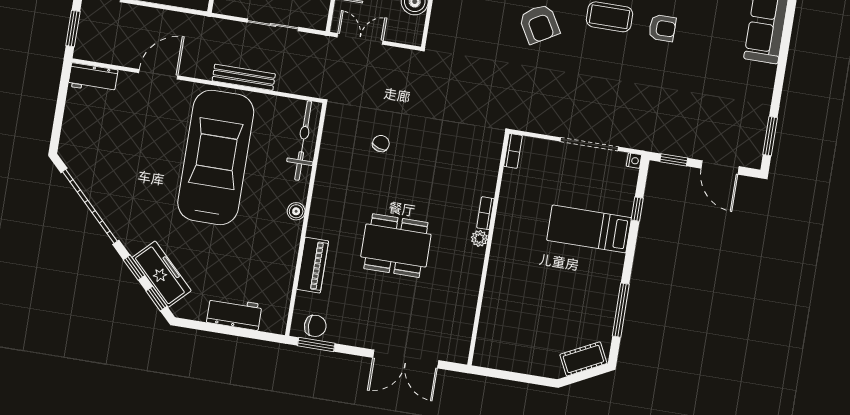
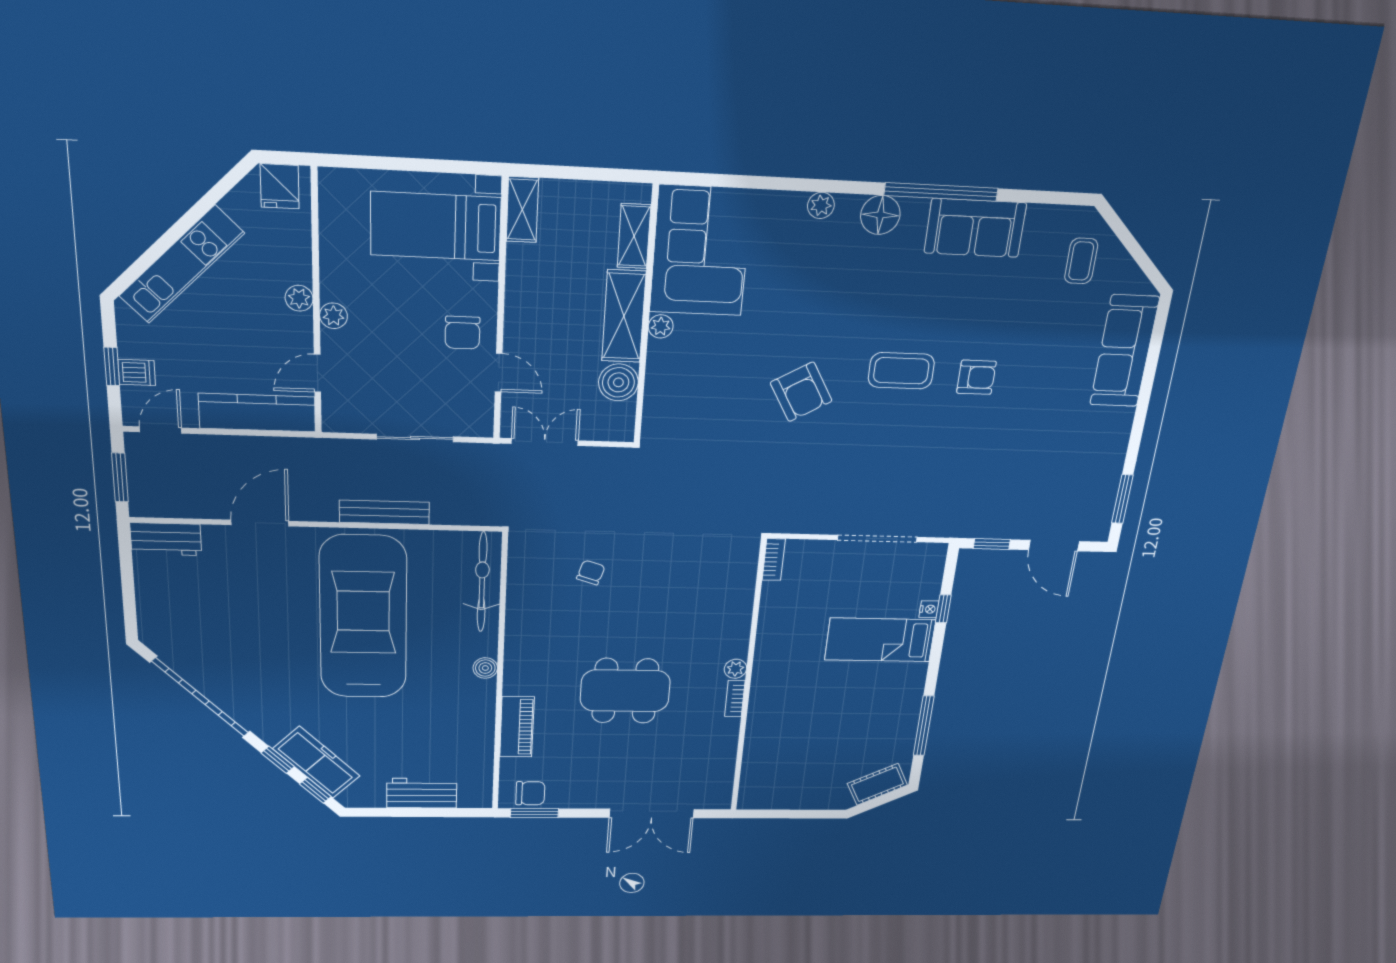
nightstand: (634, 161) -> (929, 609), moved
bookcase: (485, 213) -> (735, 699), moved

